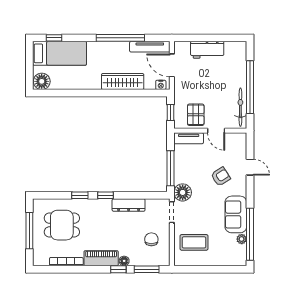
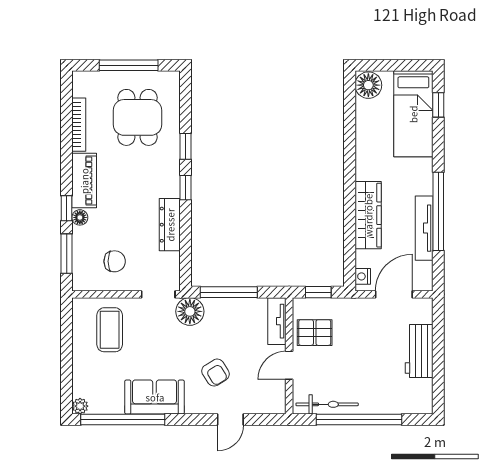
tv unit: (150, 47) -> (424, 228), moved
plant: (242, 239) -> (80, 406), moved

